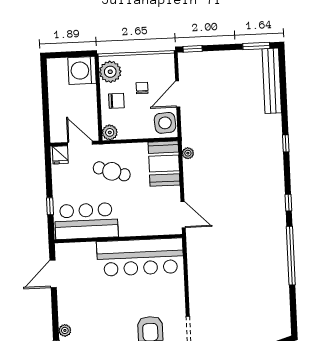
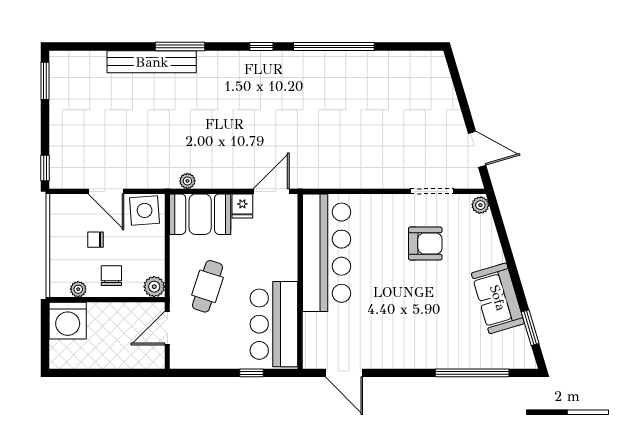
plant: (110, 72) -> (78, 289), width x0.53, depth x0.53
bench: (272, 81) -> (152, 62), moved
window: (286, 143) -> (180, 47), width x2.17
fridge: (60, 155) -> (242, 206), moved, turned 90
plant: (65, 330) -> (422, 360), removed

